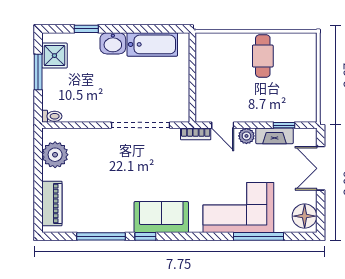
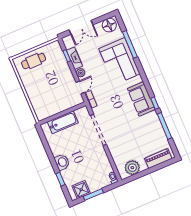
bathtub: (152, 44) -> (63, 122), moved, turned 90
cafe table: (263, 56) -> (34, 61), moved

